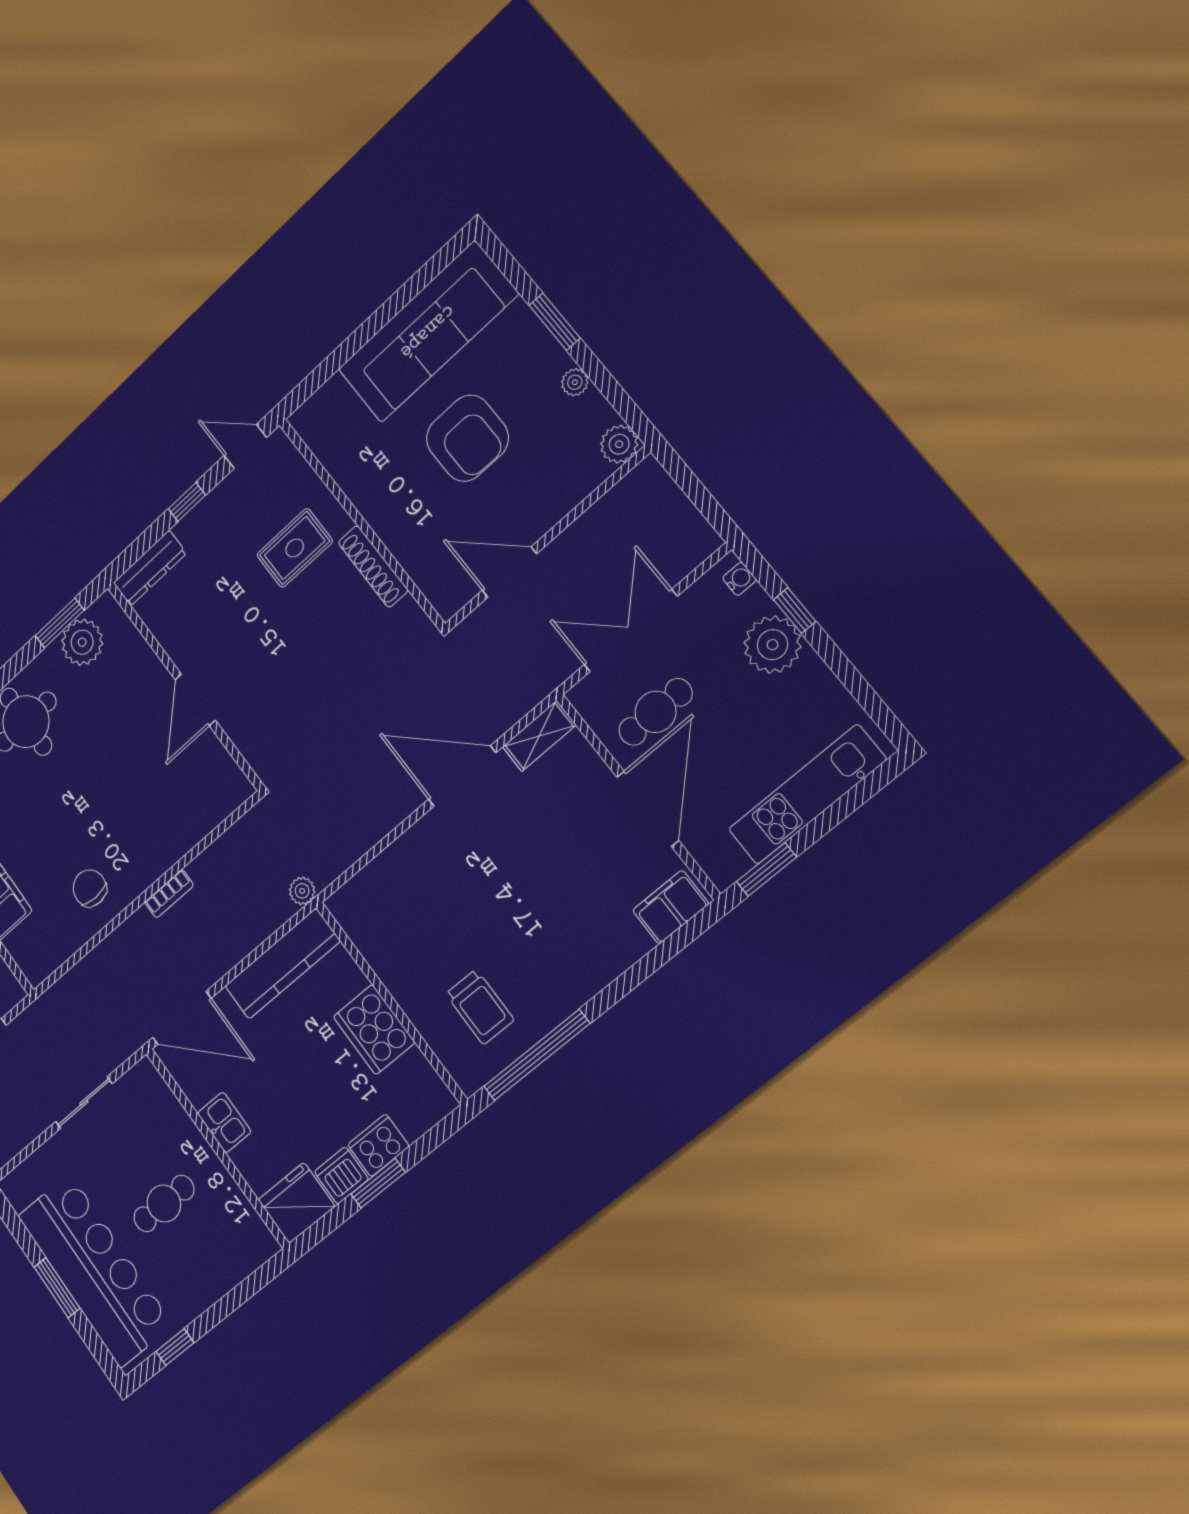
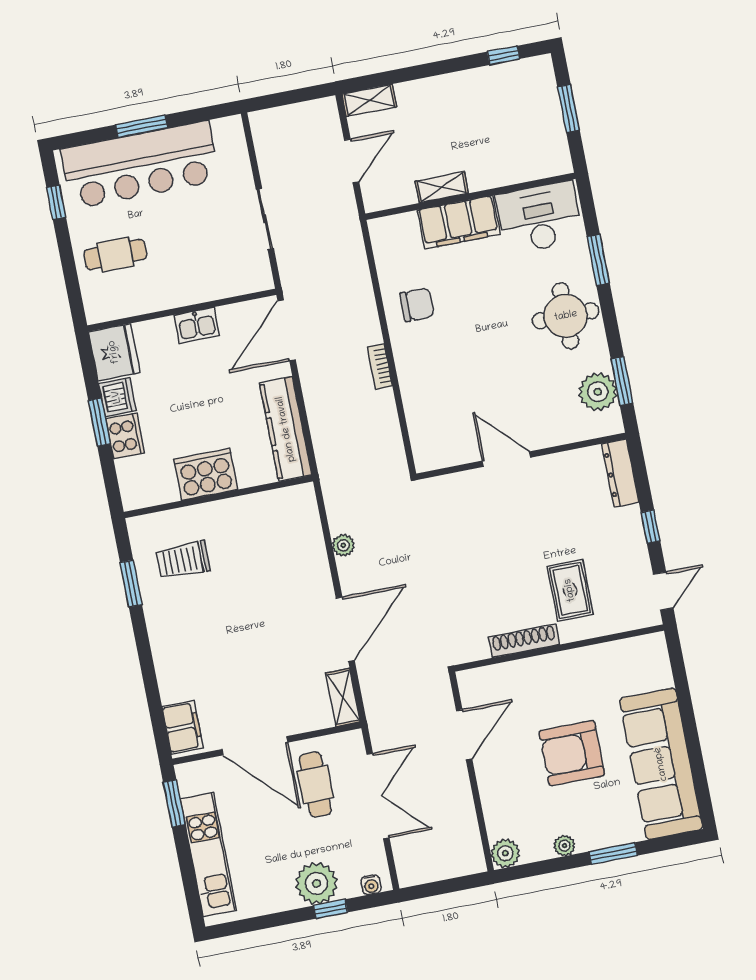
plant: (302, 891) -> (343, 545), moved
window: (537, 1055) -> (131, 584), width x0.47
cafe table: (164, 1204) -> (115, 254), moved, turned 90

